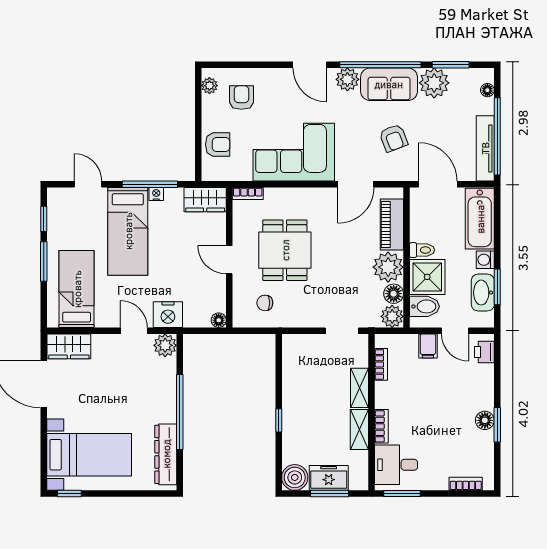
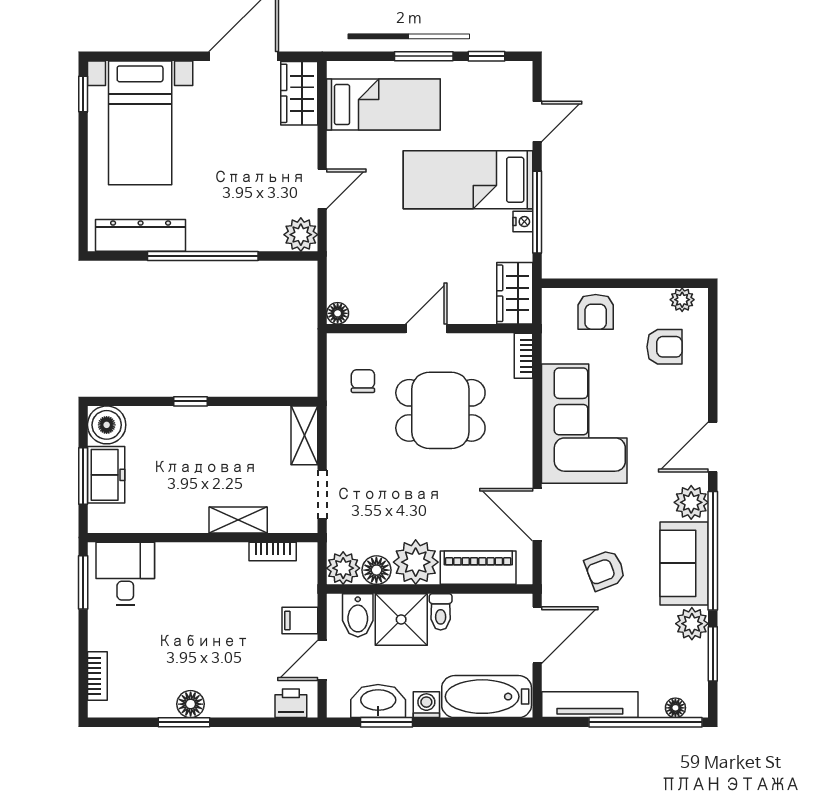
plant: (434, 83) -> (692, 624), width x0.73, depth x0.73
window: (497, 136) -> (645, 722), moved
nightstand: (168, 315) -> (346, 239), removed
bookcase: (381, 426) -> (182, 552), removed
shelving: (359, 429) -> (304, 435), moved, turned 90

